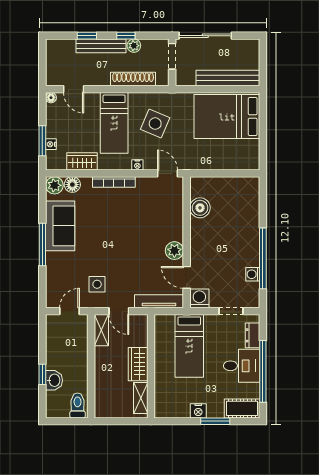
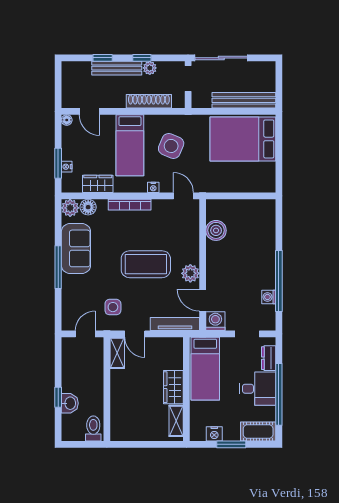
coffee table: (130, 242) -> (146, 264), added
wardrobe: (138, 364) -> (173, 387), moved
wall: (151, 366) -> (186, 389), moved
shelving: (141, 398) -> (176, 421), moved

